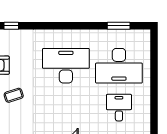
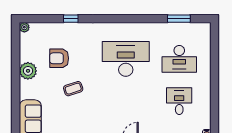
desk: (119, 66) -> (179, 59), width x0.73, depth x0.77

